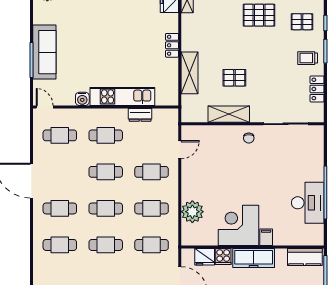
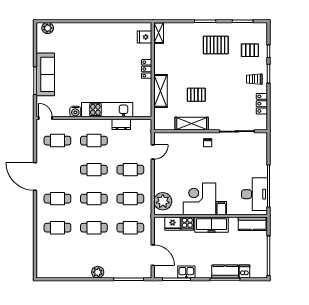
corner desk: (239, 225) -> (199, 199), moved
filing cabinet: (266, 237) -> (221, 208), moved
wall: (253, 247) -> (211, 216), moved
fridge: (205, 257) -> (172, 224), moved
cooker: (223, 257) -> (187, 224), moved
kitchen counter: (305, 257) -> (252, 224), moved
freezer: (254, 258) -> (212, 225), moved

